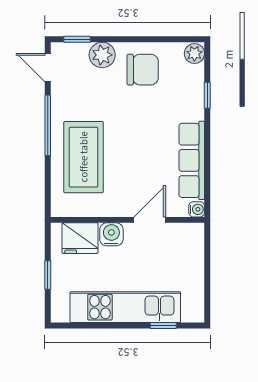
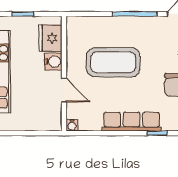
coffee table: (84, 157) -> (113, 62), moved
row of seats: (192, 160) -> (132, 122), moved

